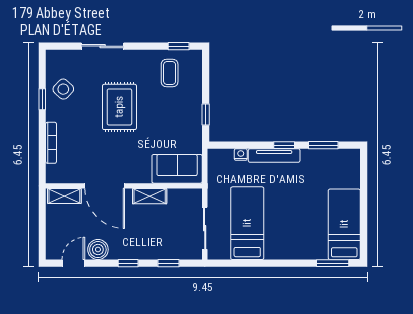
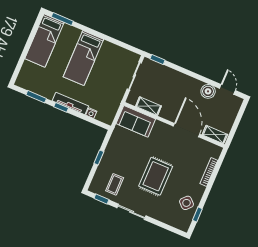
sliding door: (103, 46) -> (132, 212), moved
window: (42, 99) -> (197, 215), moved
window: (206, 115) -> (99, 157), moved
shelving: (150, 196) -> (149, 106), moved
bed: (247, 223) -> (83, 58), moved
door: (73, 263) -> (227, 89), swing flipped
window: (128, 263) -> (193, 75), removed
window: (168, 263) -> (157, 60), moved

